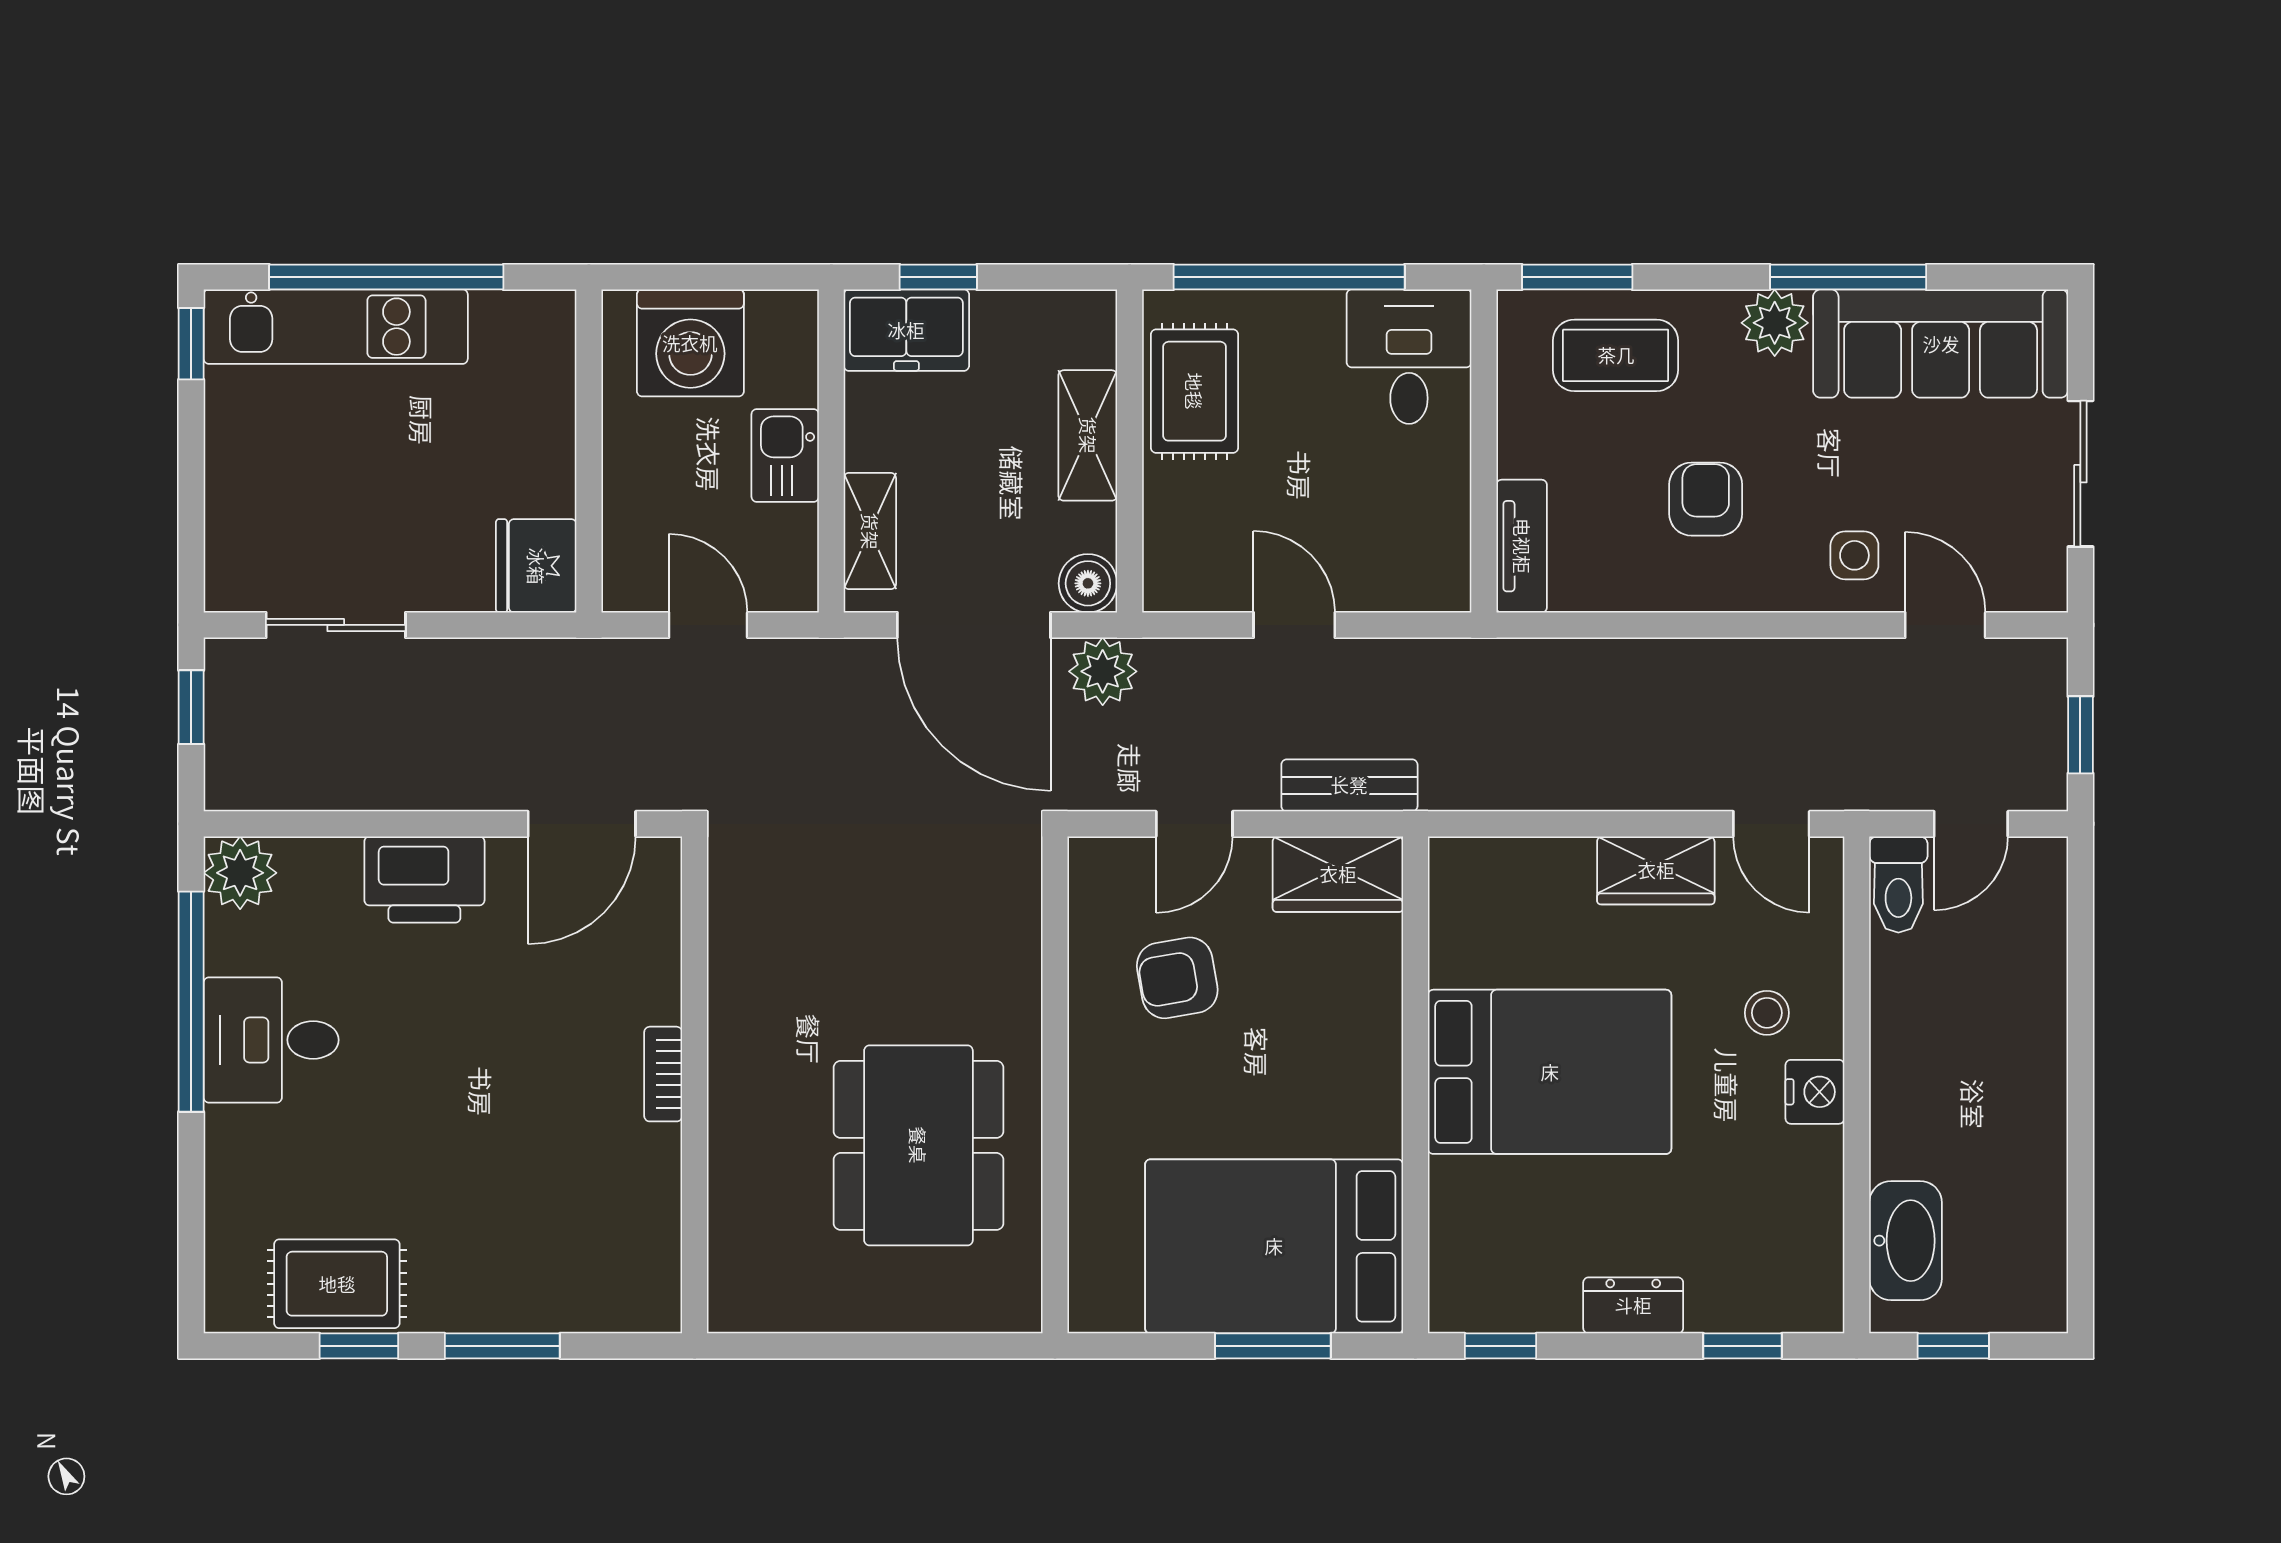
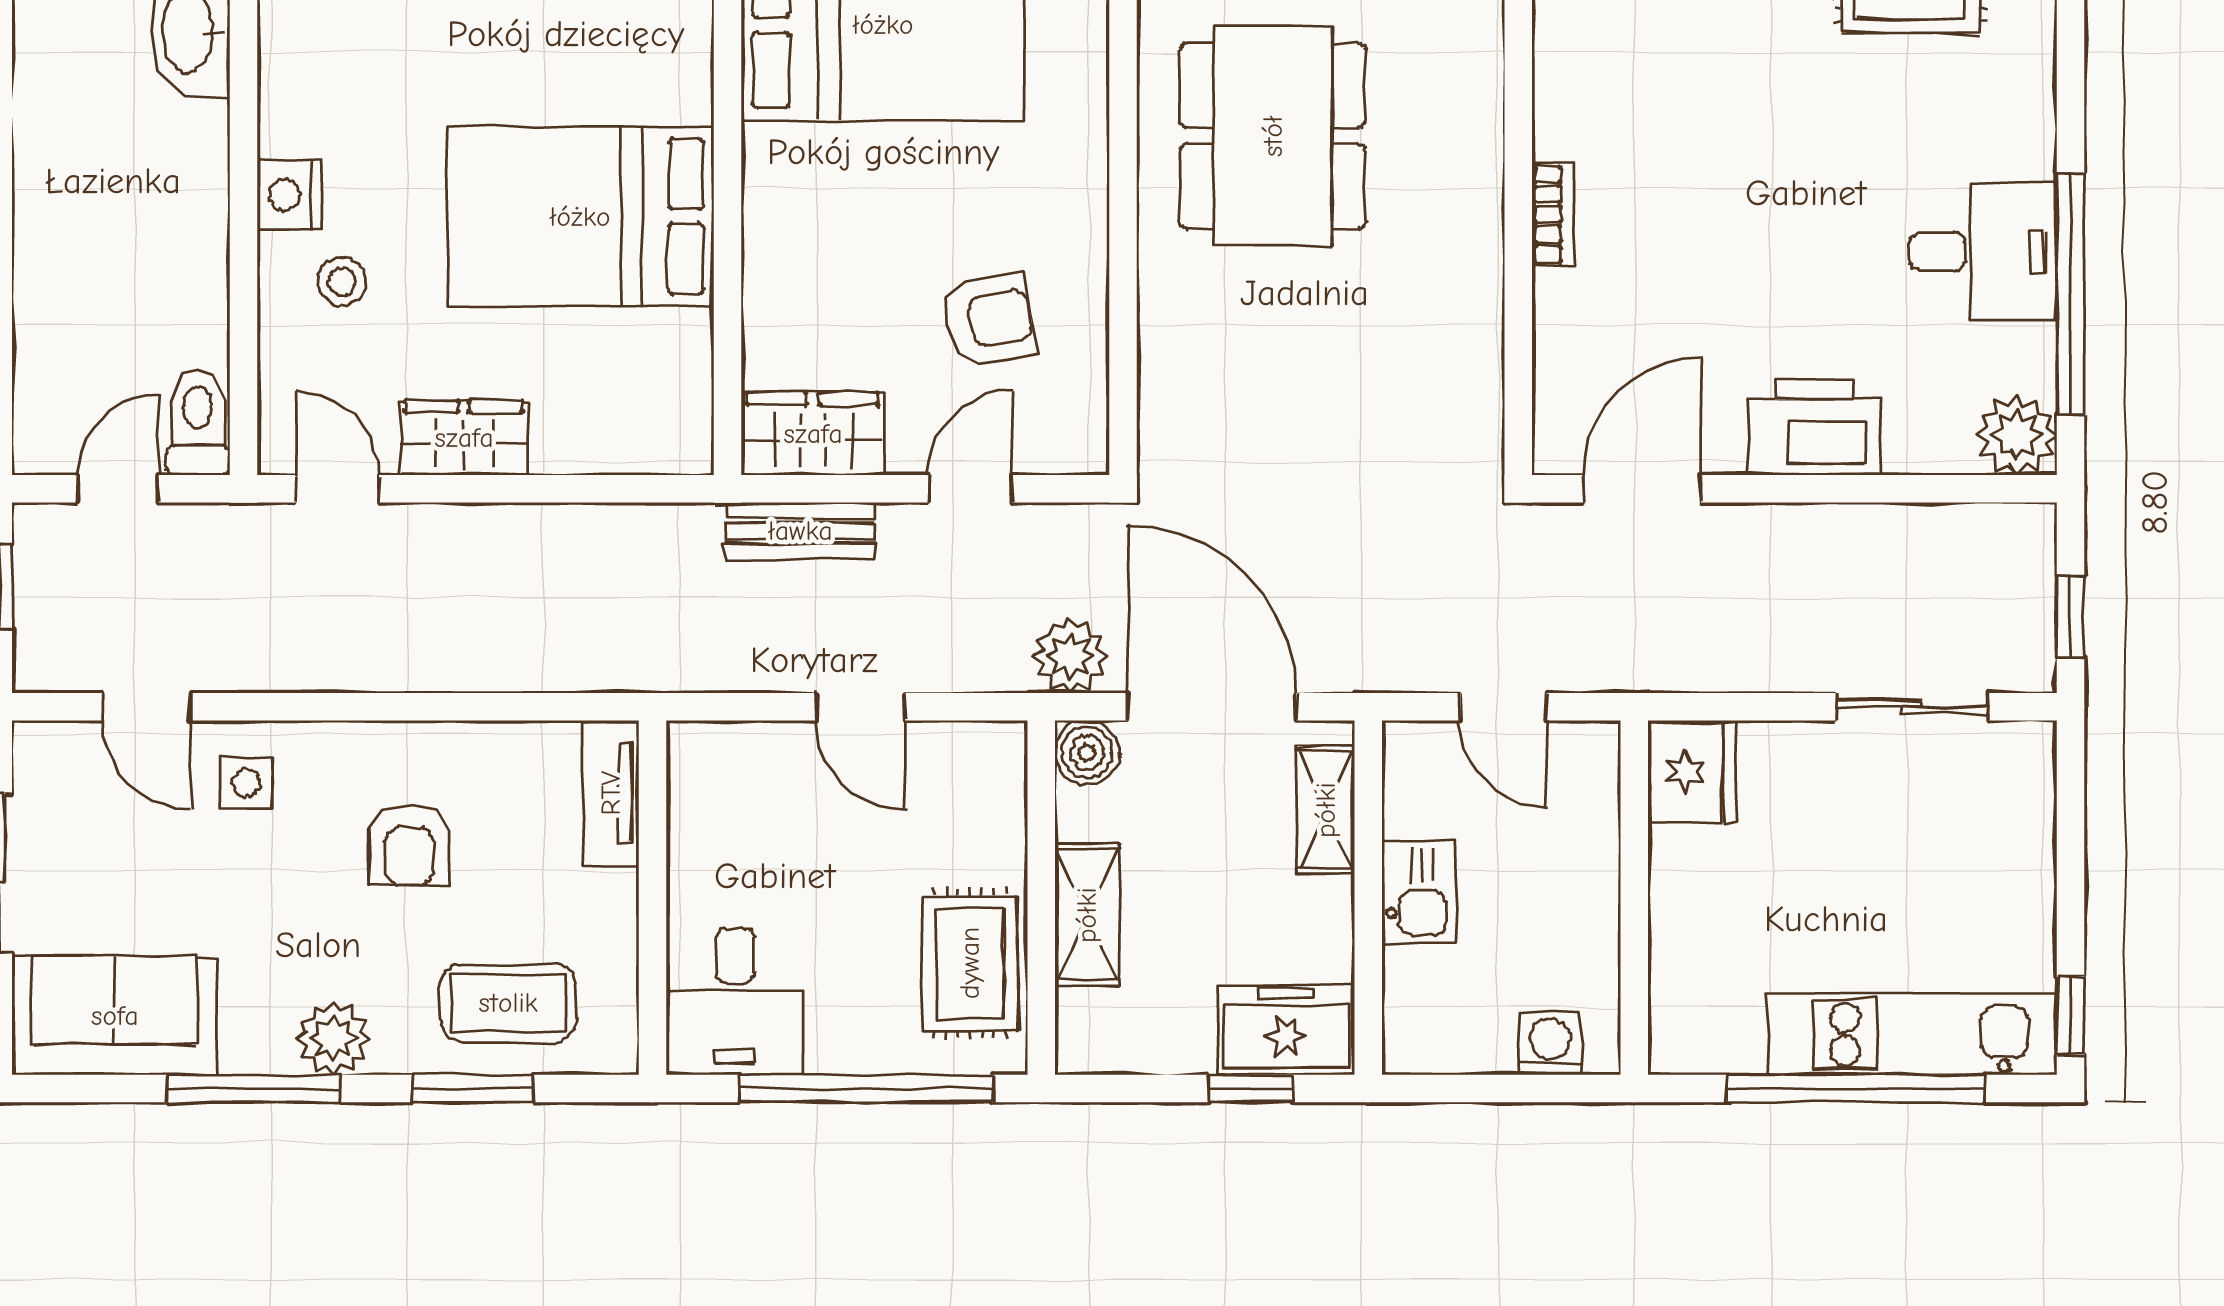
window: (1577, 277) -> (473, 1089), moved
washing machine: (690, 343) -> (1550, 1044), width x0.53, depth x0.53
sofa: (1941, 344) -> (115, 1016), width x0.73

